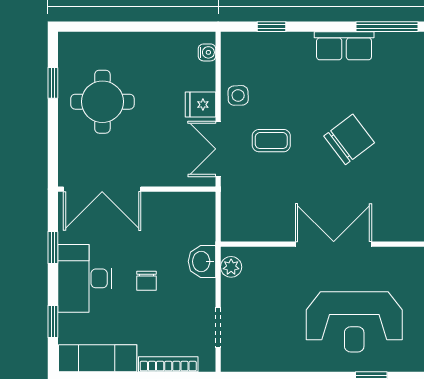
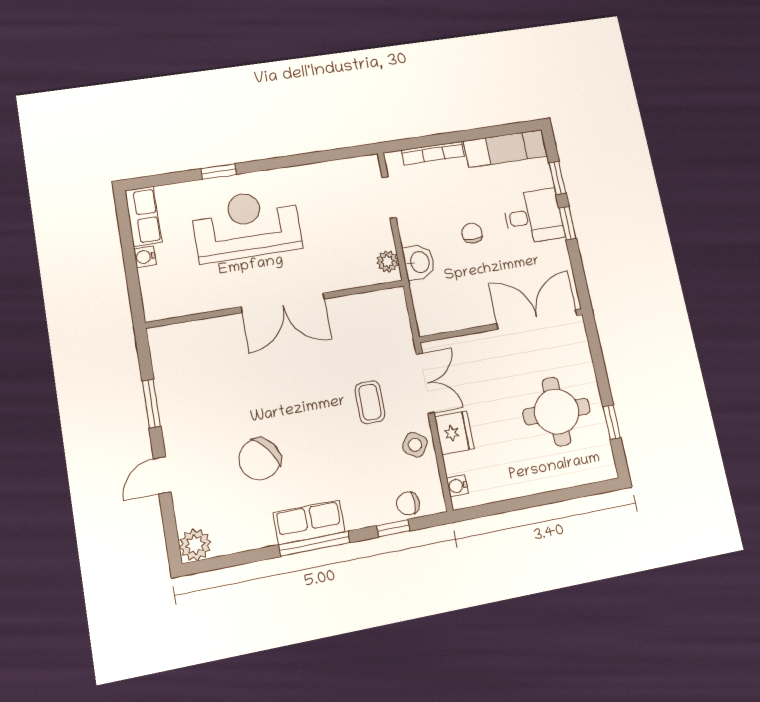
window: (387, 27) -> (315, 544), moved
chair: (254, 45) -> (408, 503), added
side table: (238, 95) -> (415, 445), turned 35
fridge: (200, 105) -> (454, 433), width x1.38
chair: (349, 139) -> (260, 459), moved
coffee table: (271, 141) -> (370, 402), turned 90
window: (53, 248) -> (567, 223), moved
desk: (85, 278) -> (533, 216), width x0.73

